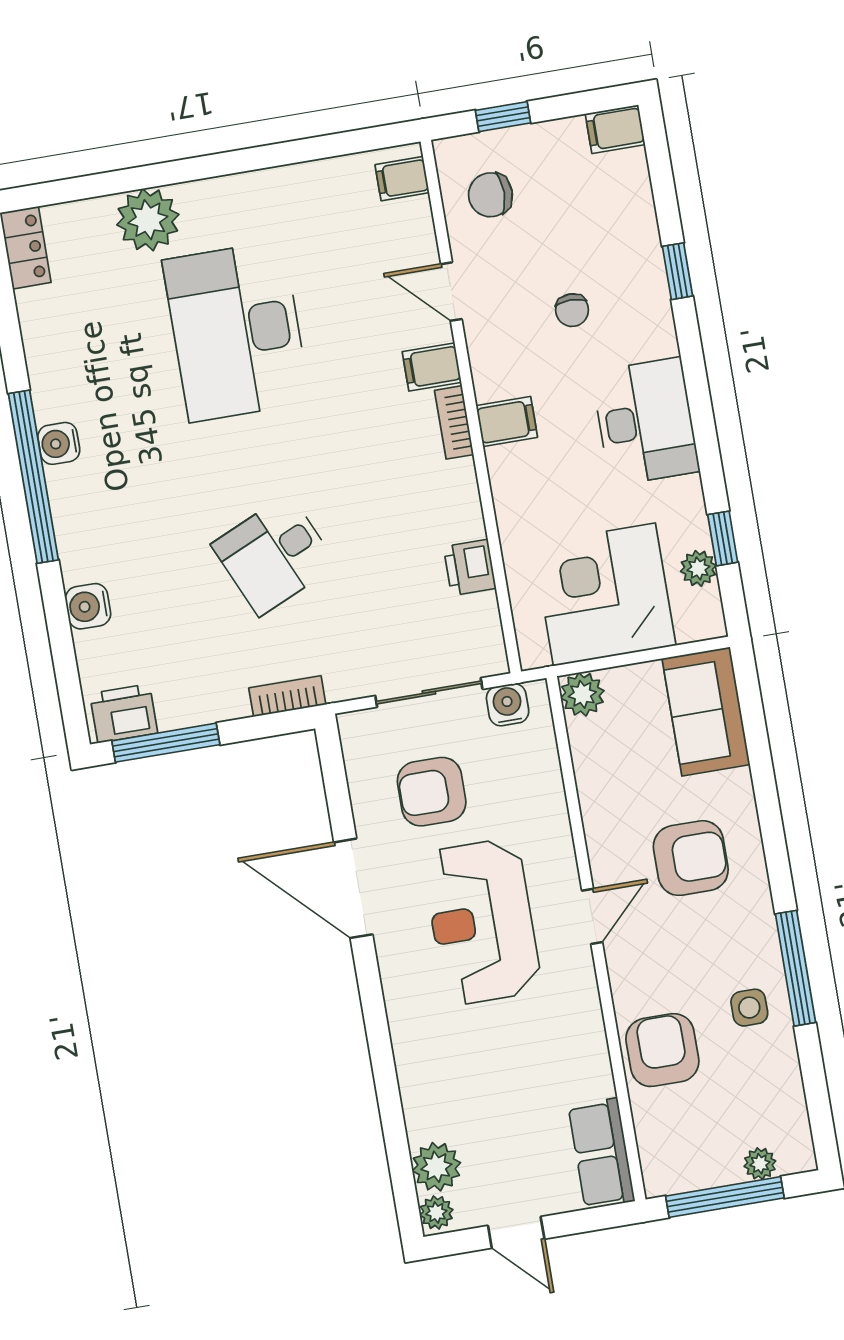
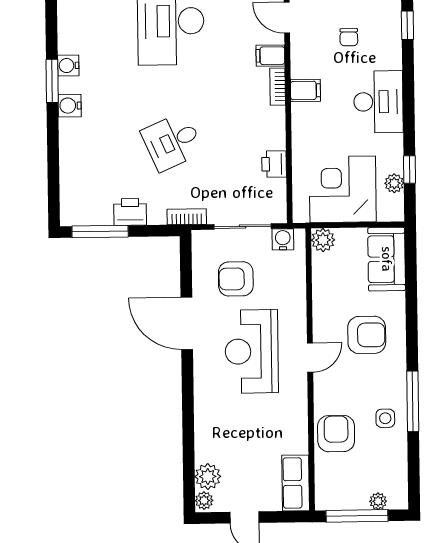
window: (33, 477) -> (52, 81), width x0.47
water cooler: (88, 606) -> (70, 106), moved
bookcase: (287, 696) -> (187, 217), moved
printer: (124, 713) -> (130, 212), moved

